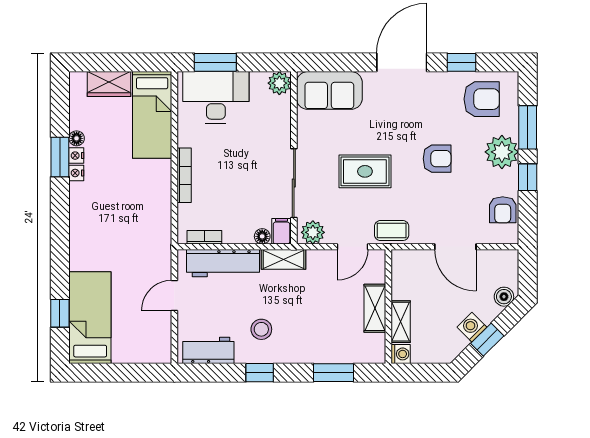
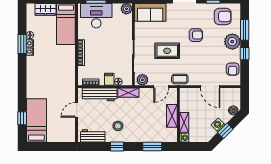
armchair: (437, 159) -> (196, 35), moved
filing cabinet: (281, 231) -> (109, 79), moved

